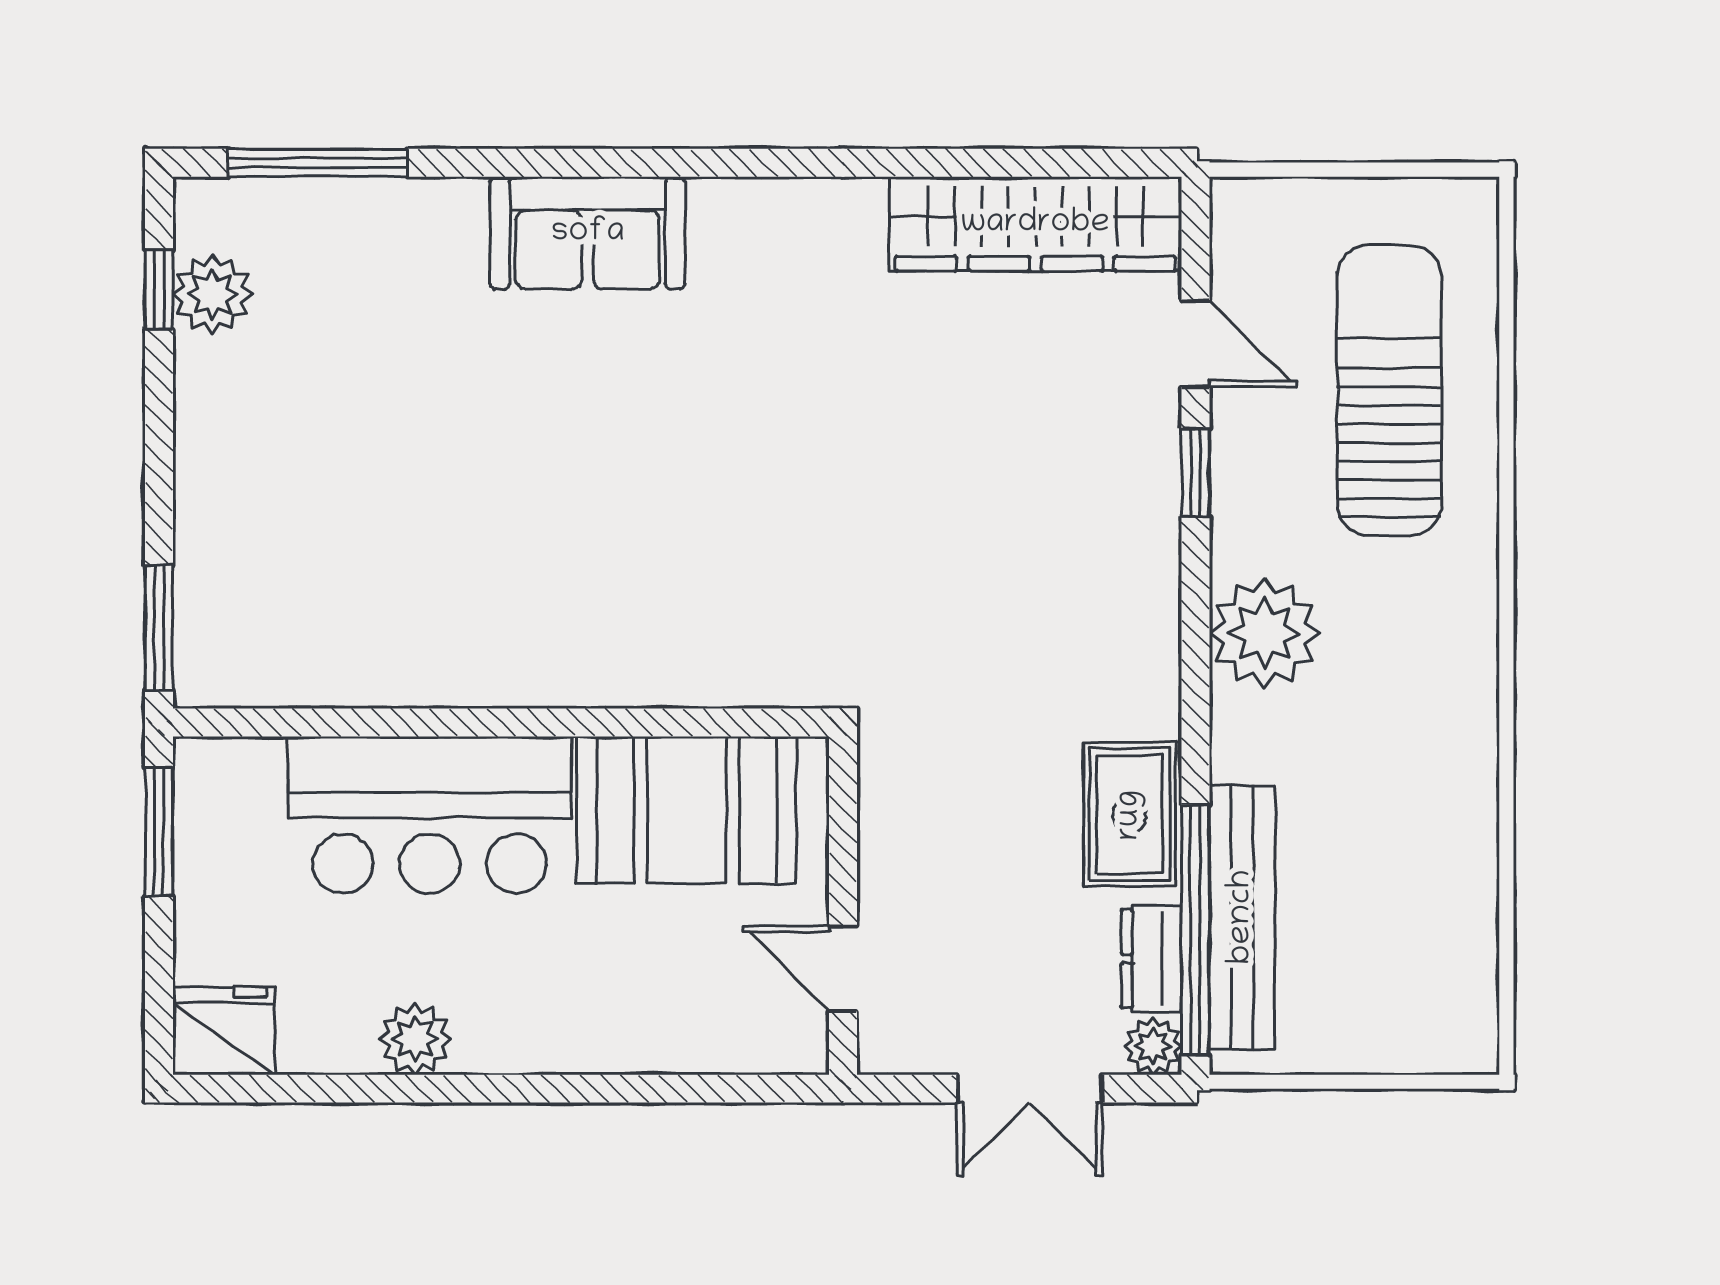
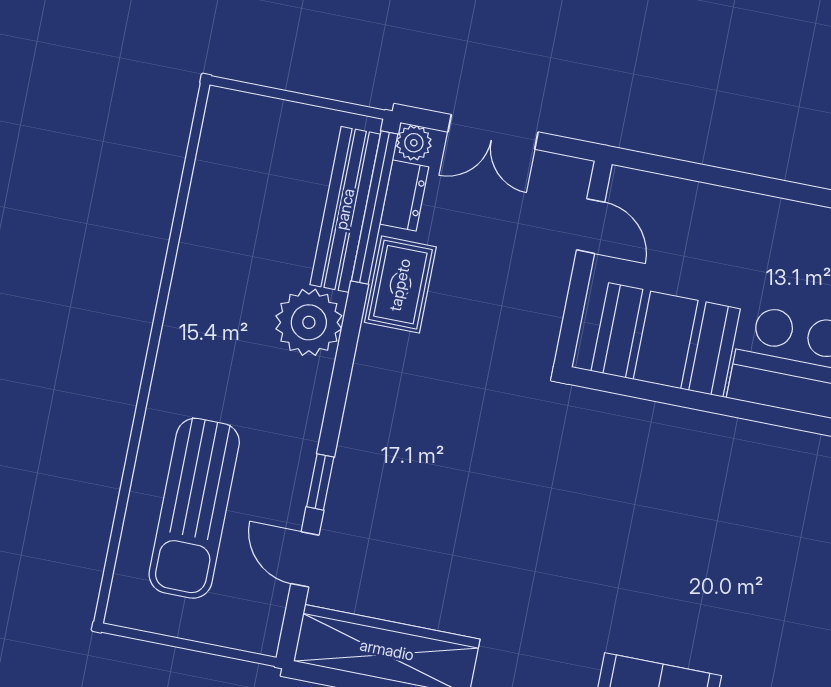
plant: (1264, 633) -> (309, 322), moved
double door: (1030, 1089) -> (493, 132), swing flipped

